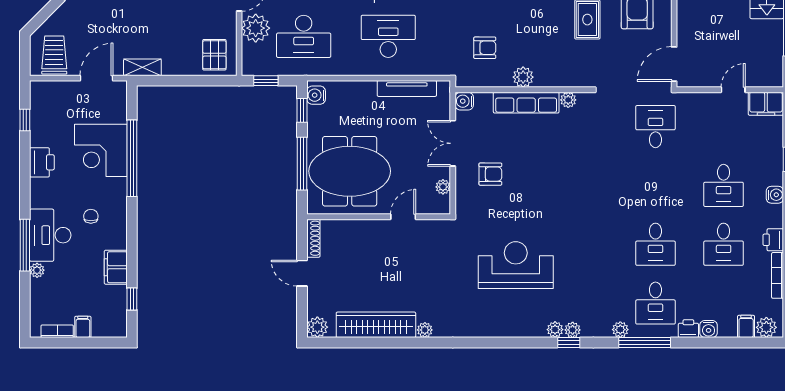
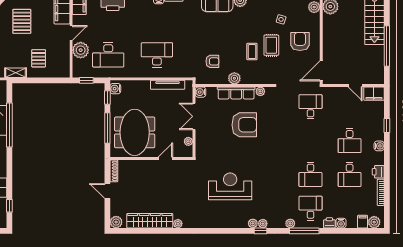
coffee table: (554, 31) -> (252, 52), added
pallet: (214, 55) -> (39, 58), moved
door: (733, 90) -> (355, 86), swing flipped
meeting table: (350, 171) -> (135, 132), turned 90
armchair: (490, 174) -> (244, 125), moved, width x1.88, depth x1.88
desk: (655, 303) -> (310, 208), turned 180

